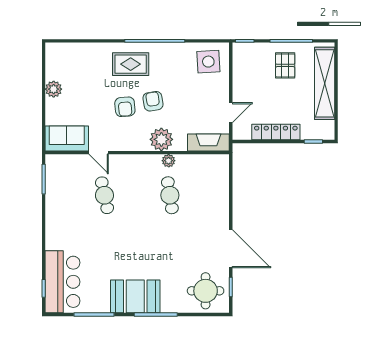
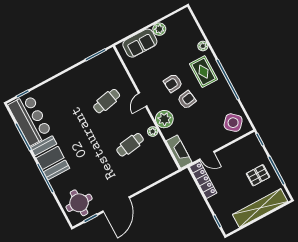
plant: (100, 49) -> (203, 46), added
side table: (208, 62) -> (233, 123), turned 45
locker: (276, 132) -> (203, 180), moved
sofa: (67, 138) -> (140, 43), moved, turned 90
door: (99, 153) -> (143, 100), moved
bar counter: (62, 282) -> (30, 120), moved, turned -90

